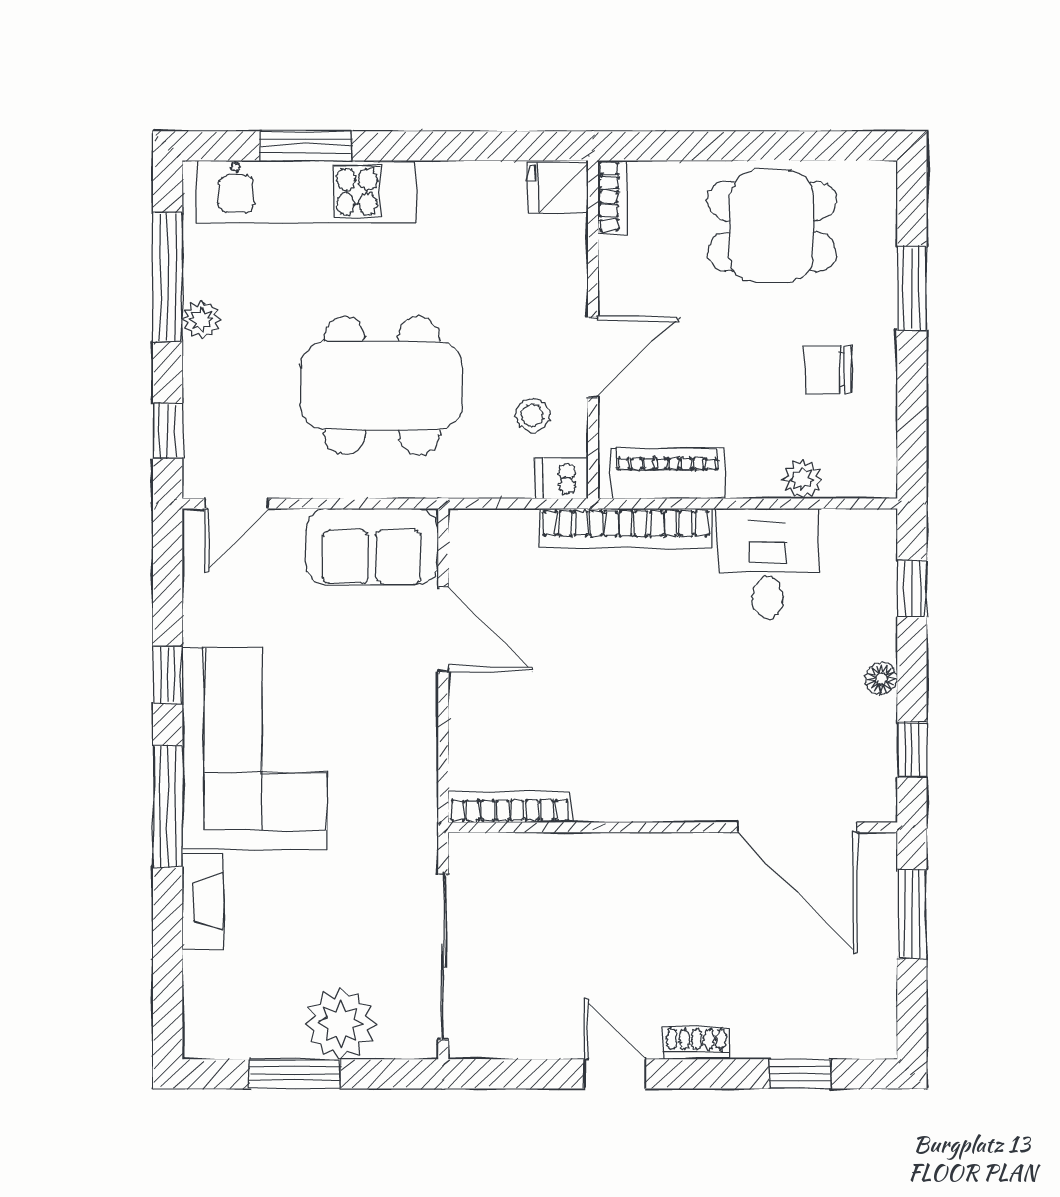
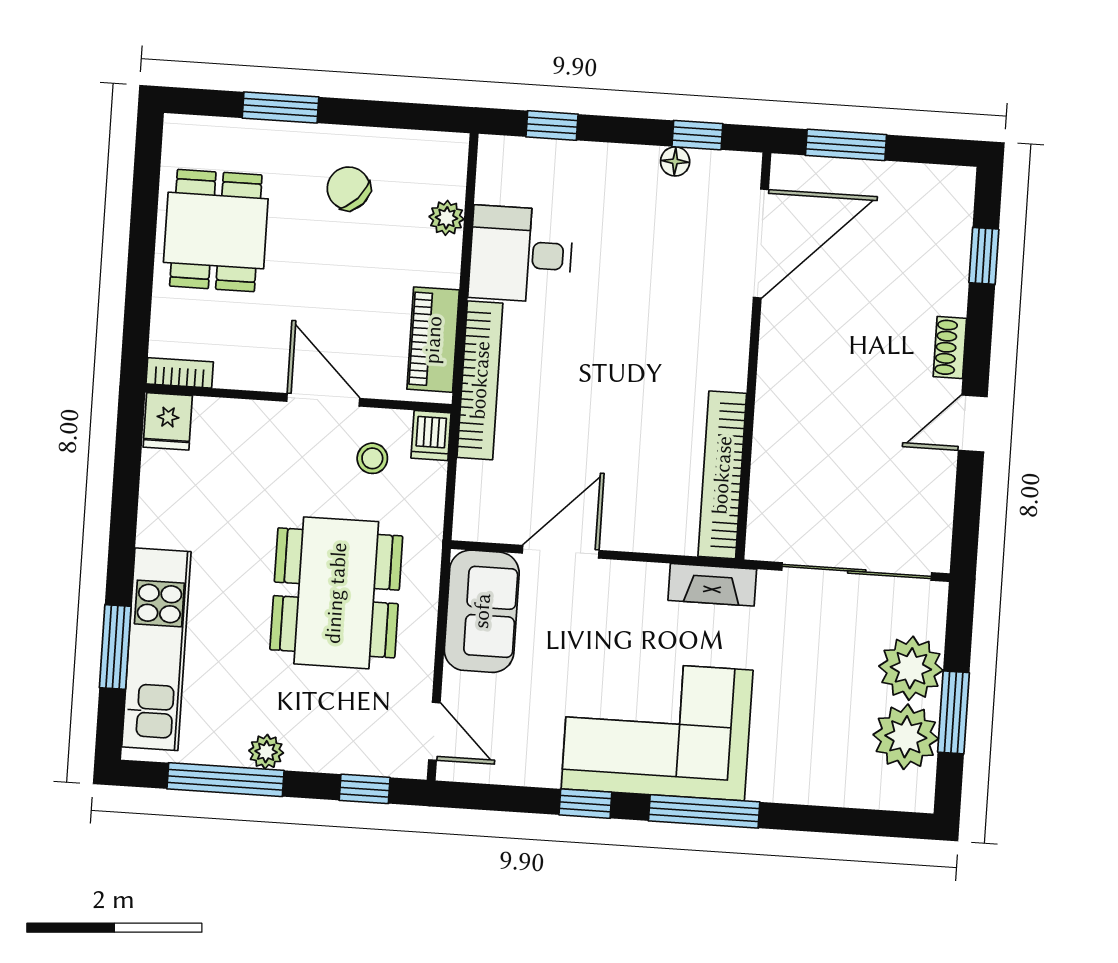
chair: (828, 369) -> (349, 188), turned 133
floor lamp: (881, 678) -> (675, 161), moved
bookcase: (510, 807) -> (722, 475), width x1.48, depth x1.31
fireplace: (203, 902) -> (712, 585), moved, turned 180
plant: (265, 1023) -> (906, 737), added

